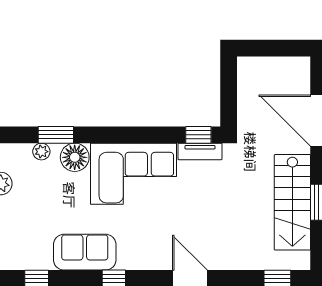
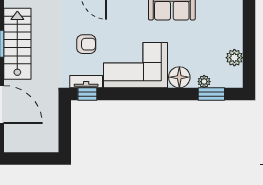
window: (56, 135) -> (211, 94), moved
armchair: (200, 202) -> (86, 44), added

